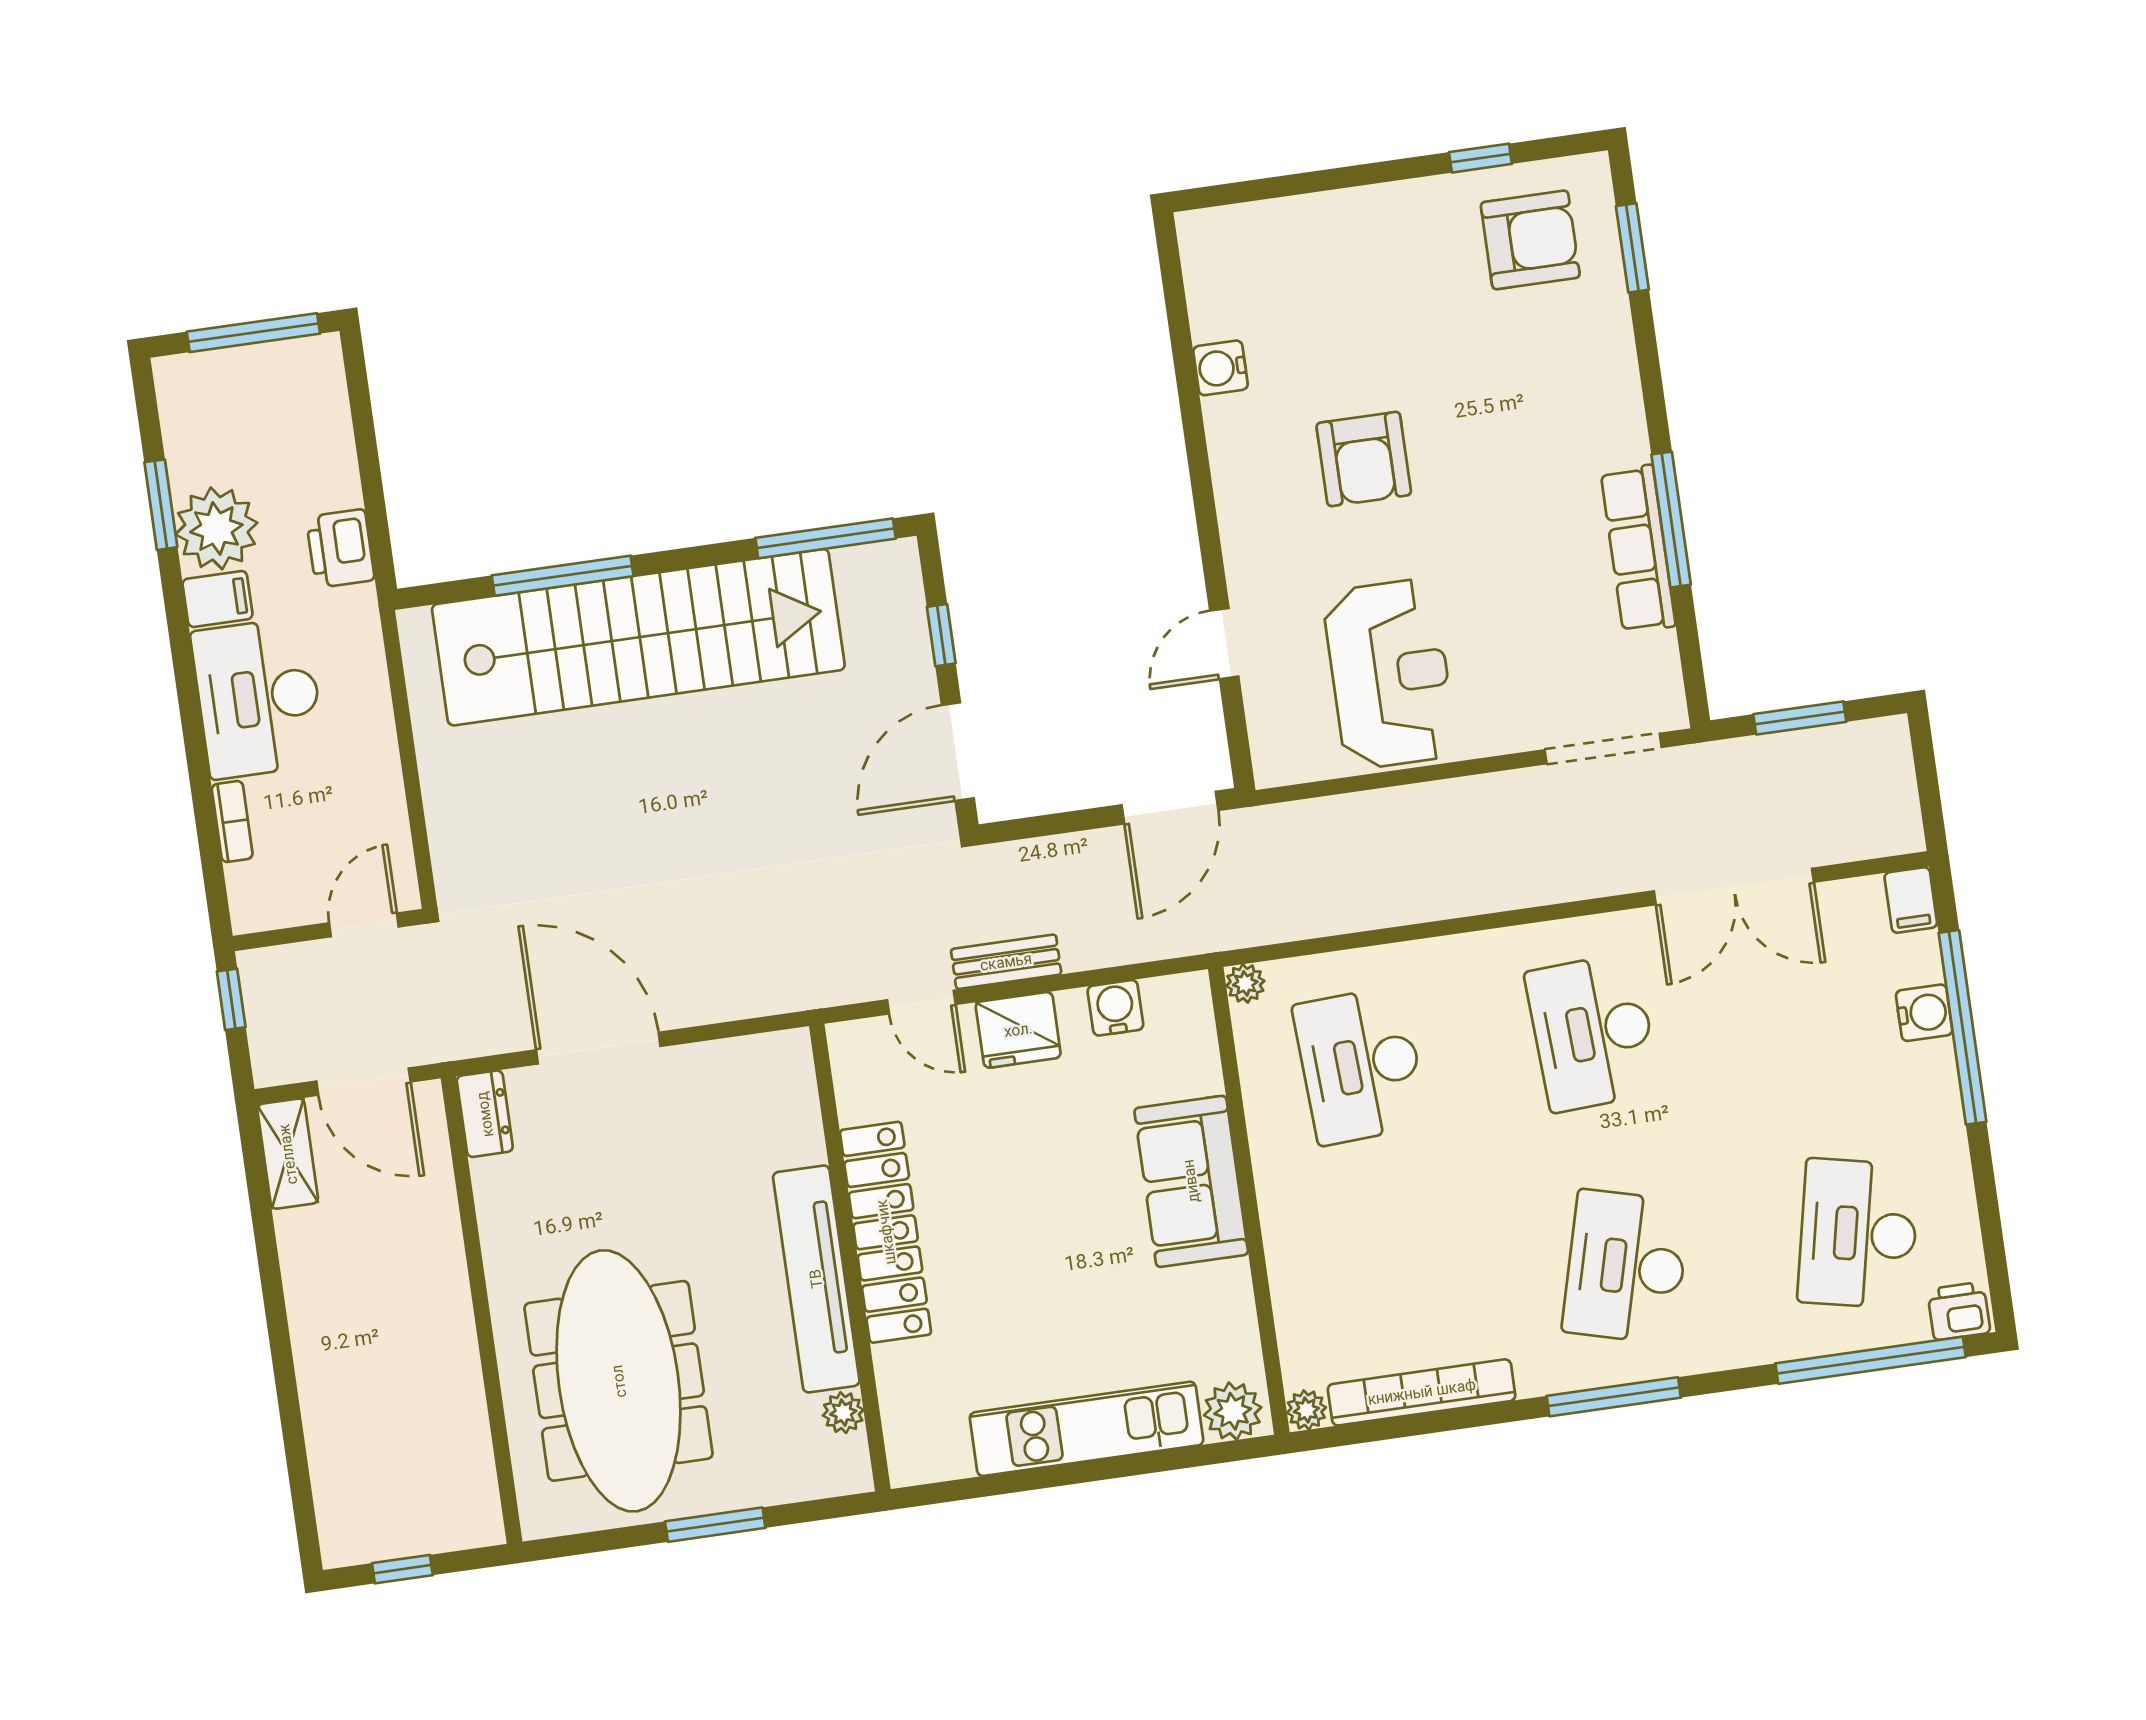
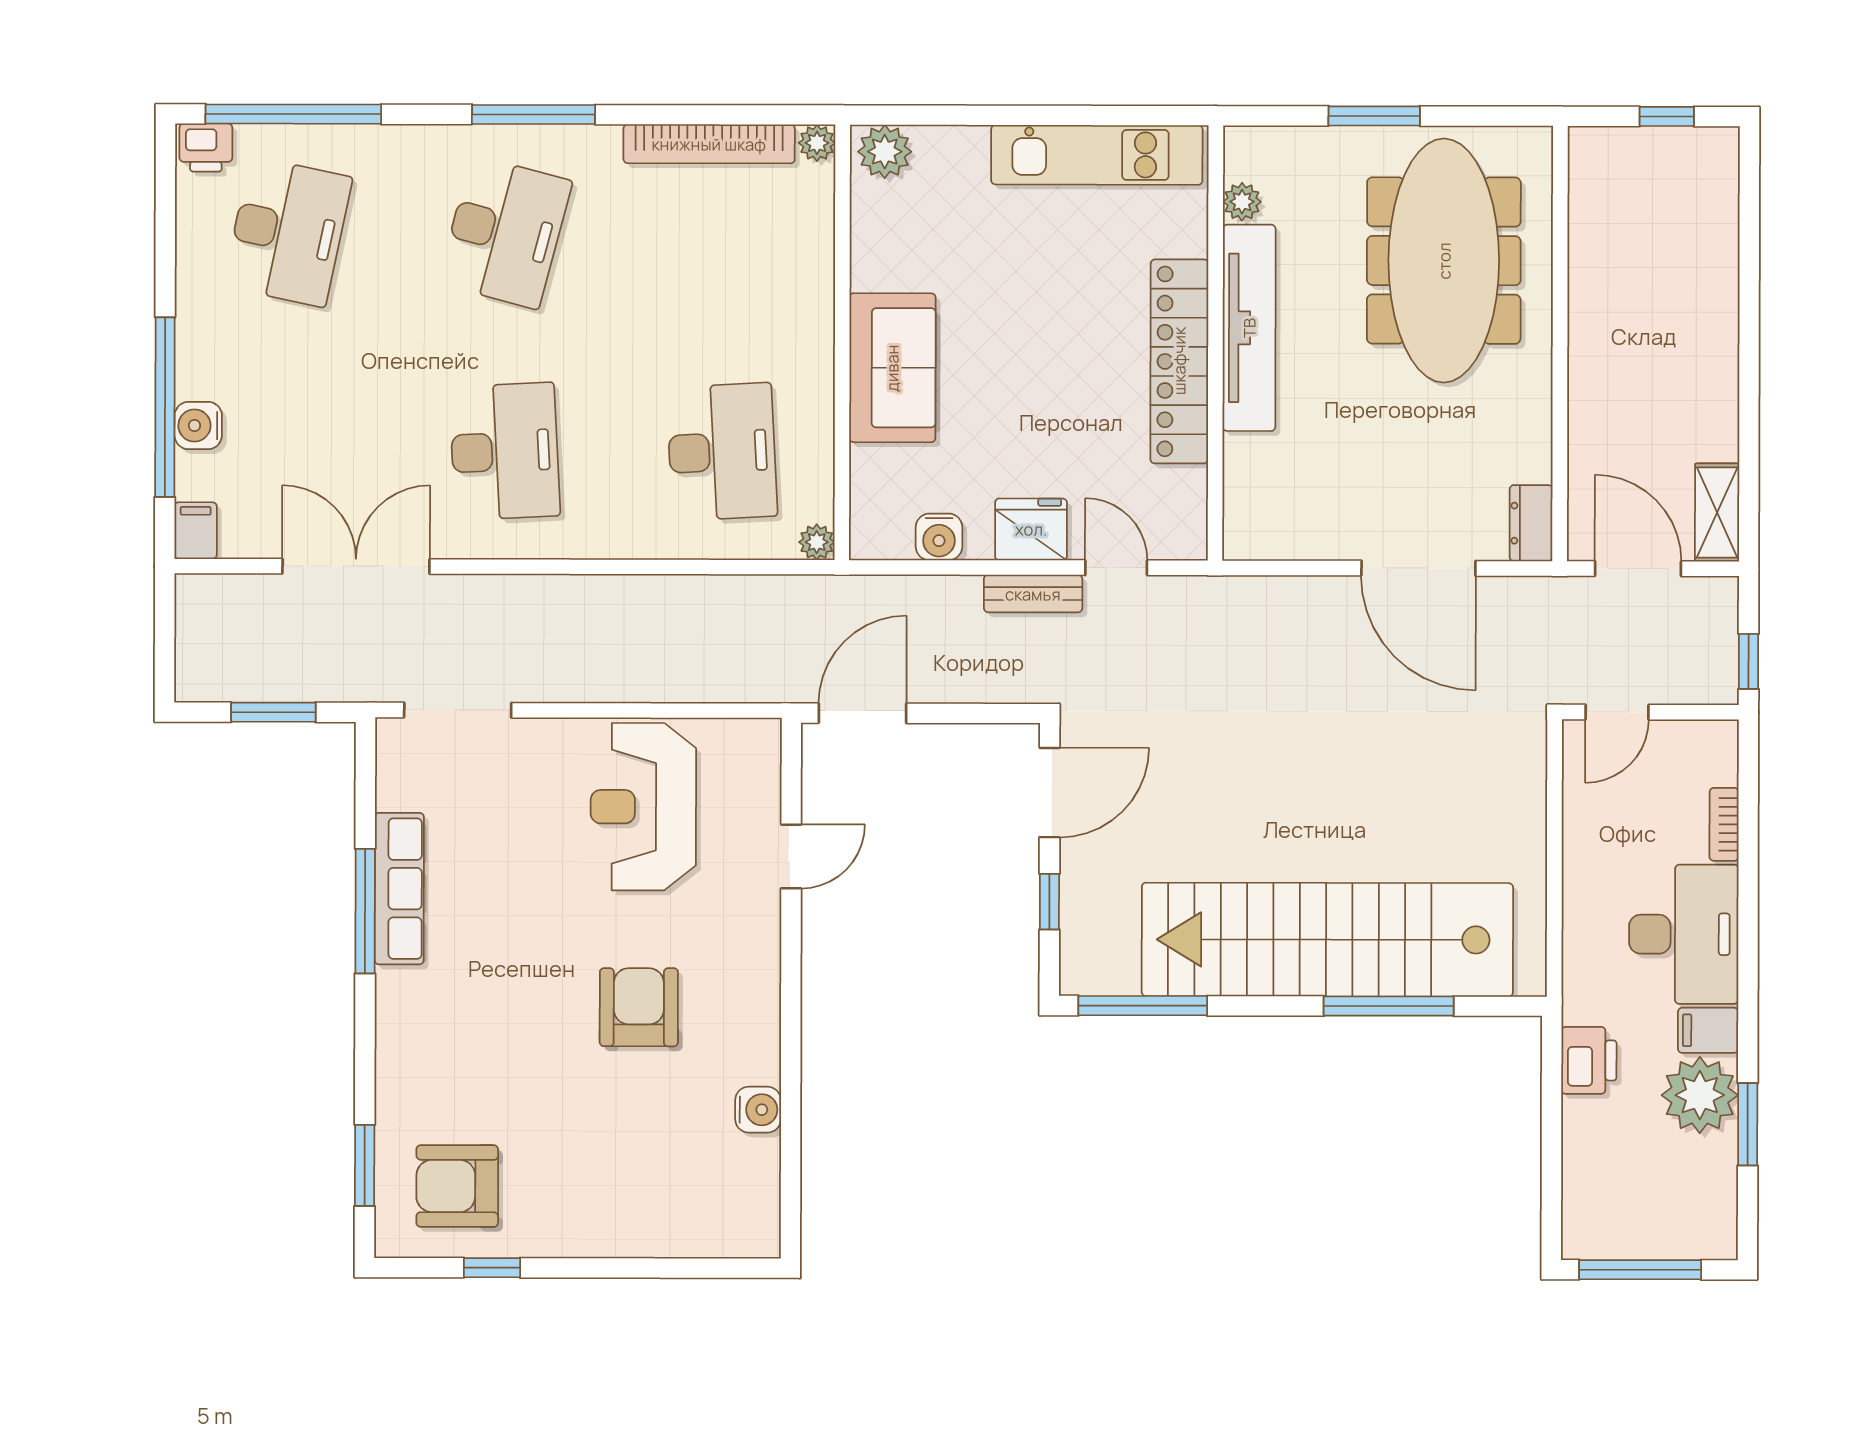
kitchen unit: (1086, 1429) -> (1097, 155), moved

